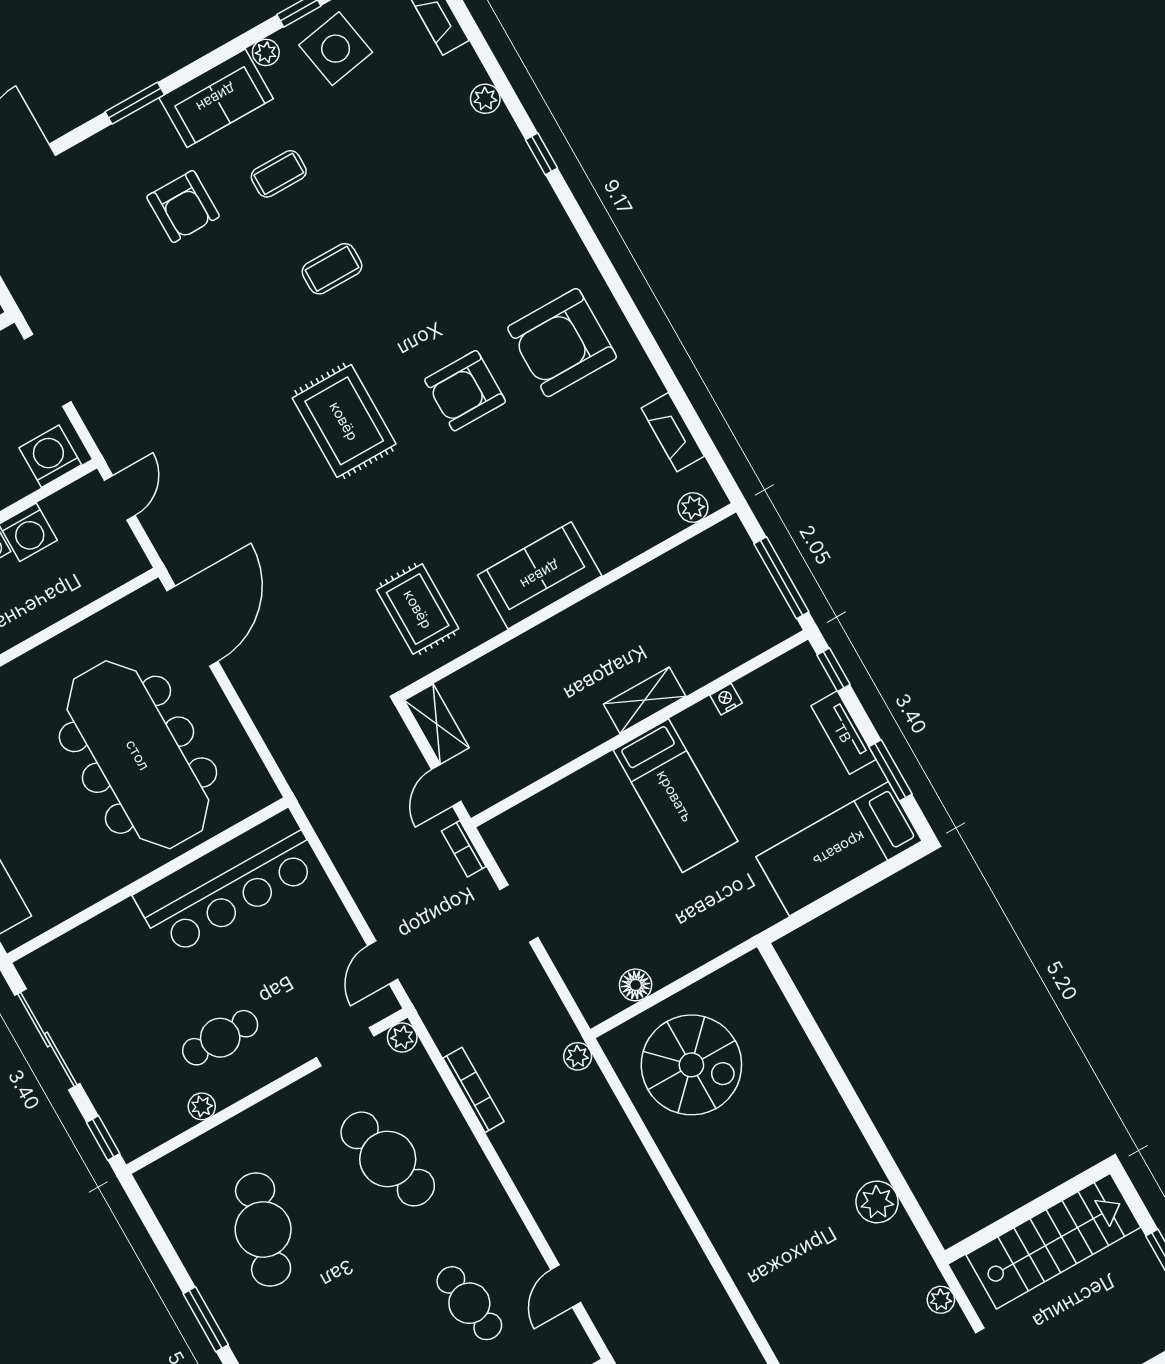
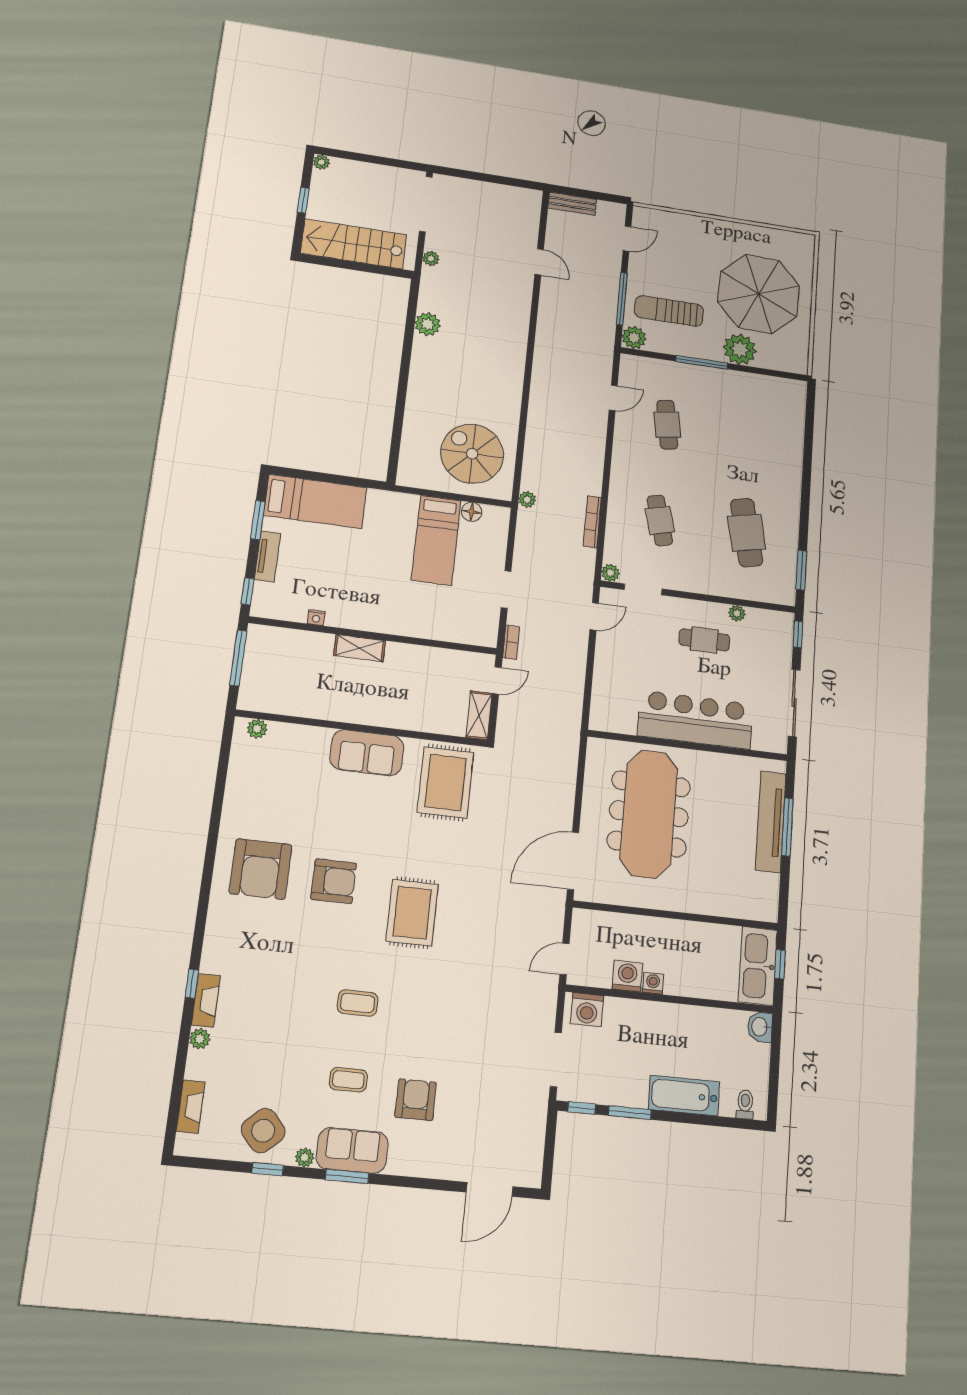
side table: (336, 49) -> (263, 1131), turned -32
window: (135, 103) -> (347, 1176), moved
armchair: (562, 343) -> (261, 869), turned 90
fireplace: (673, 432) -> (206, 1000), moved
rug: (418, 609) -> (446, 782), width x1.36, depth x1.43
bed: (675, 796) -> (436, 540), moved, turned 180
bar counter: (228, 883) -> (695, 720), moved
cafe table: (388, 1159) -> (660, 520), width x0.73, depth x0.74
cafe table: (263, 1229) -> (747, 533), turned -30
window: (206, 1319) -> (801, 570), moved

